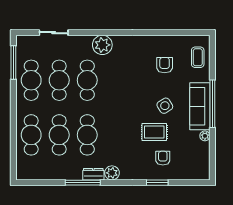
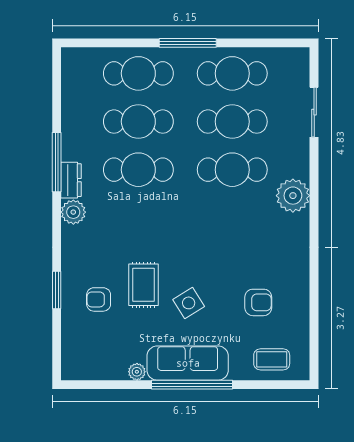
window: (13, 63) -> (188, 43), moved
armchair: (163, 158) -> (99, 299), turned 180

